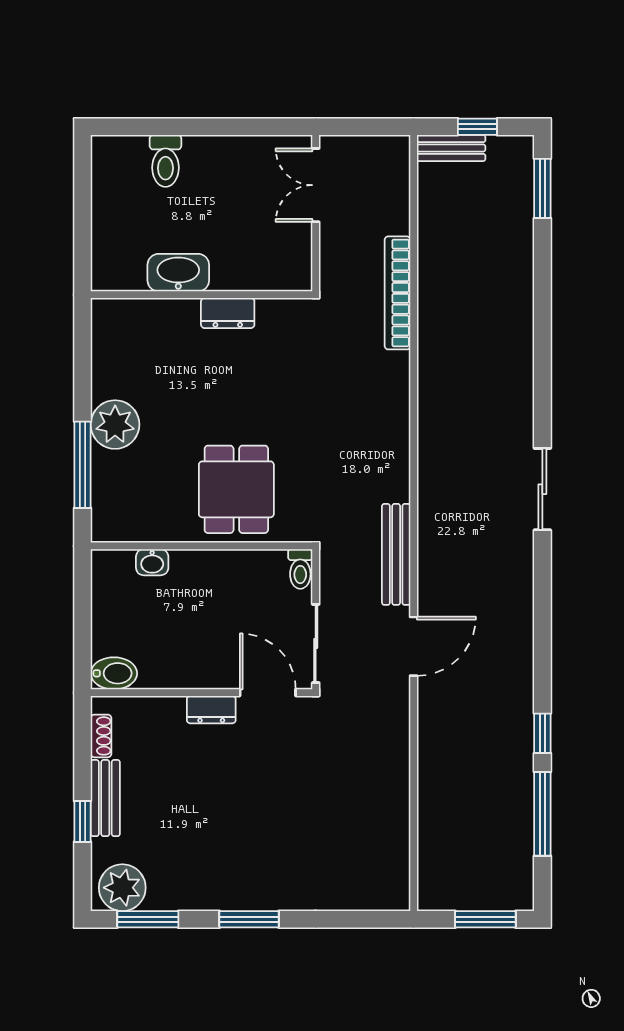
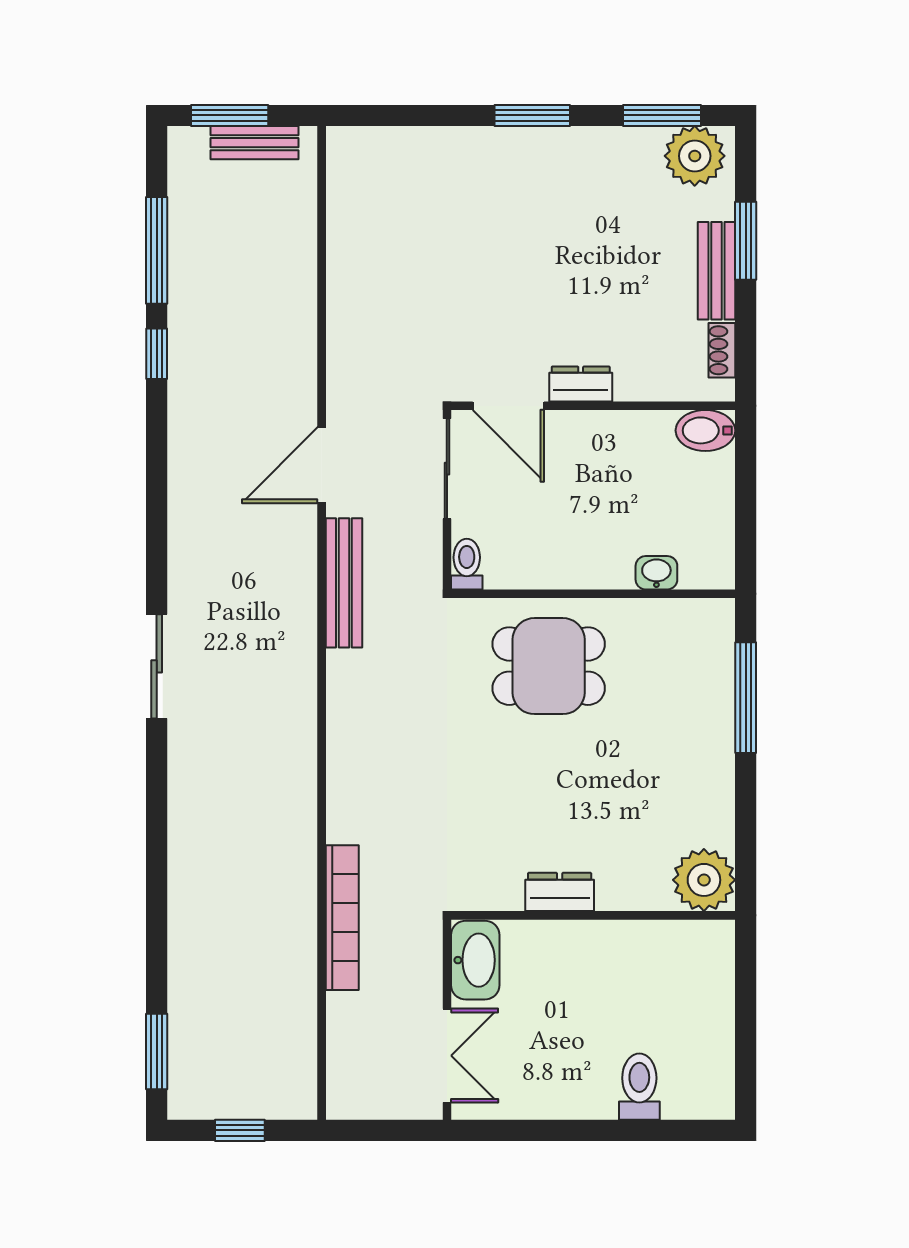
bench: (451, 148) -> (254, 143), moved
washbasin: (178, 273) -> (475, 960), moved, turned -90
plant: (115, 425) -> (704, 880), moved
dining table: (236, 489) -> (549, 666), turned 90
window: (83, 821) -> (746, 241), width x1.50

